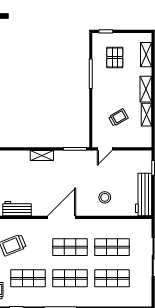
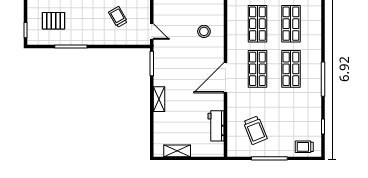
door: (62, 217) -> (226, 78), hinge flipped
shop shelf: (28, 278) -> (291, 114), removed

